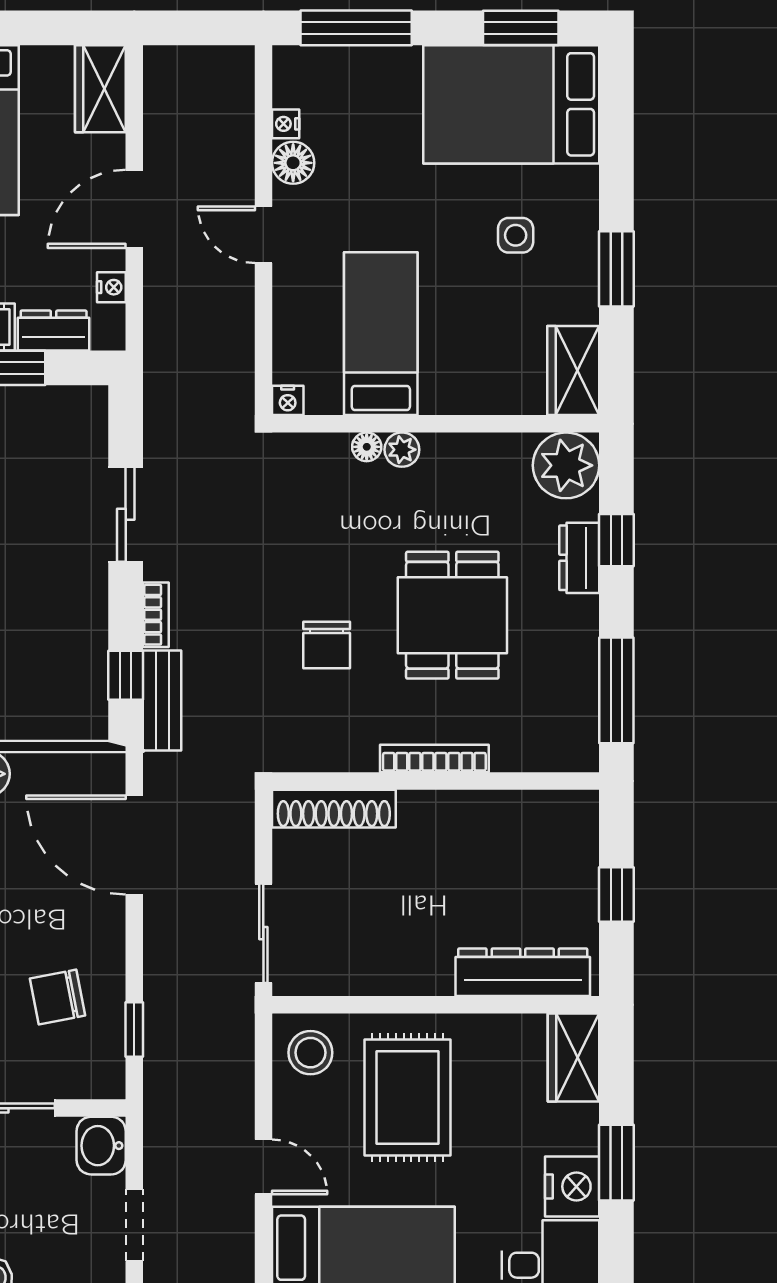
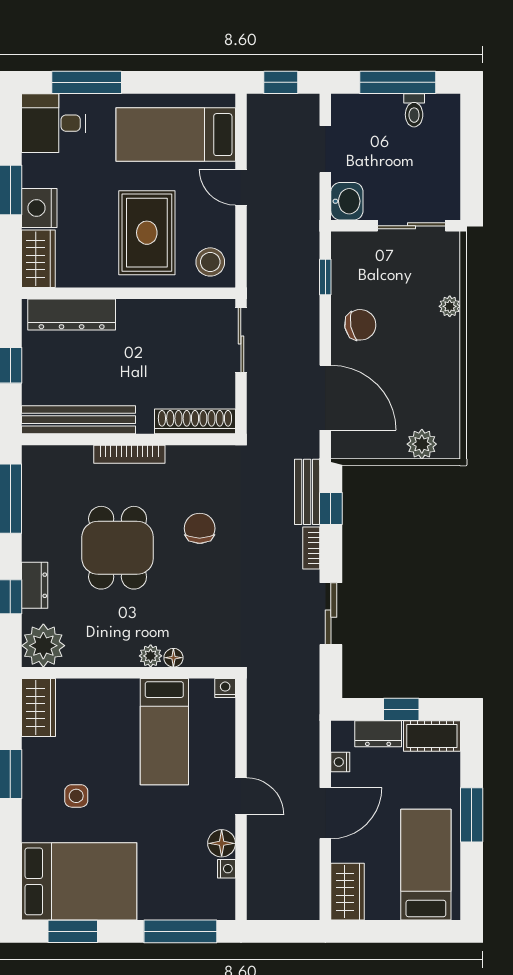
bench: (512, 811) -> (78, 420), added
chair: (58, 997) -> (360, 325), moved
nightstand: (572, 1186) -> (39, 208), moved

